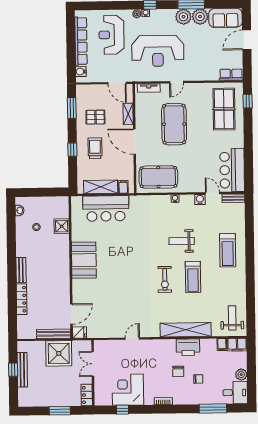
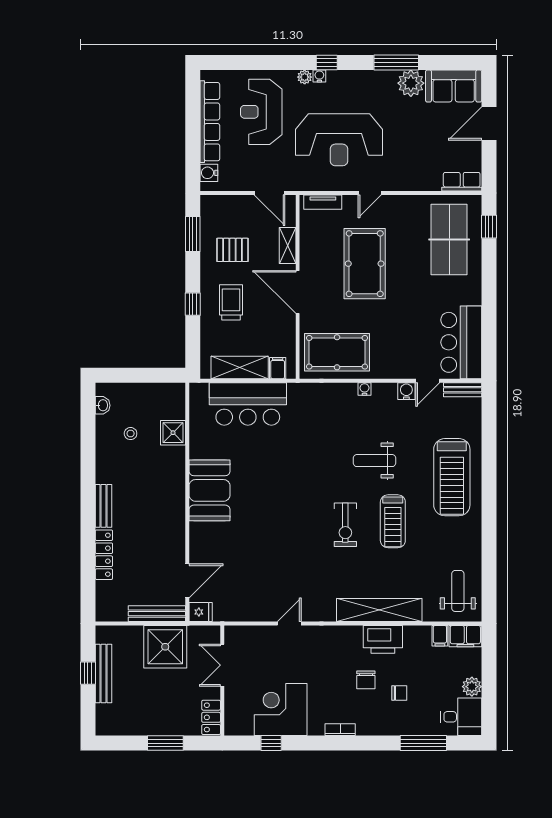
plant: (183, 17) -> (383, 83), removed
door: (212, 193) -> (428, 381), swing flipped
treadmill: (228, 250) -> (452, 477), width x1.37, depth x1.38

